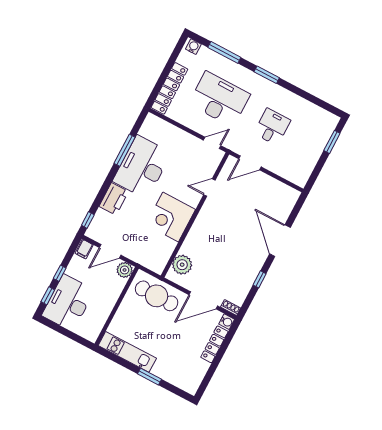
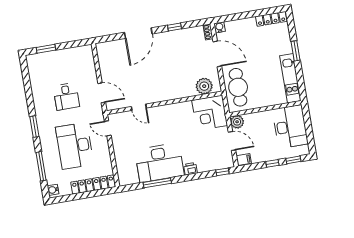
desk: (272, 127) -> (66, 96), turned -90
printer: (114, 199) -> (190, 169), width x0.53, depth x0.68
corner desk: (171, 217) -> (210, 113), moved, turned 90
desk: (68, 303) -> (290, 127), moved, turned -90
locker: (214, 344) -> (271, 19), moved

